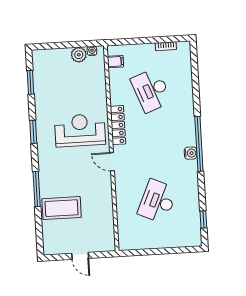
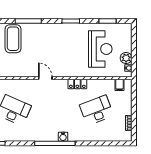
locker: (118, 125) -> (77, 84), width x0.66
reception desk: (80, 130) -> (100, 49), moved
water cooler: (191, 153) -> (63, 137), moved
door: (112, 162) -> (45, 78), hinge flipped

